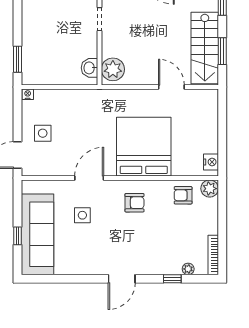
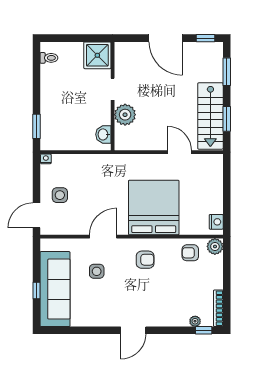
plant: (113, 69) -> (125, 115), moved
window: (172, 279) -> (204, 330), moved

